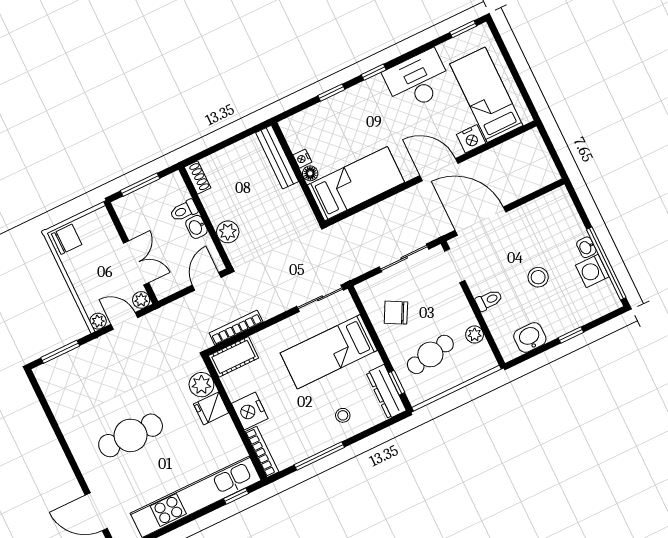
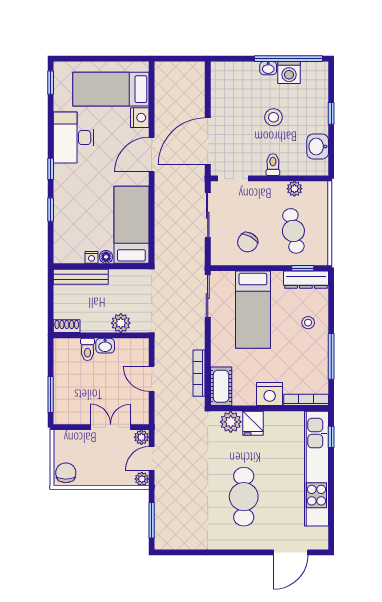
shoe rack: (198, 177) -> (67, 326), moved
toilet: (184, 211) -> (87, 349), moved
wall: (205, 218) -> (101, 335), moved
washbasin: (196, 227) -> (105, 346), moved
plant: (228, 232) -> (121, 323), moved

